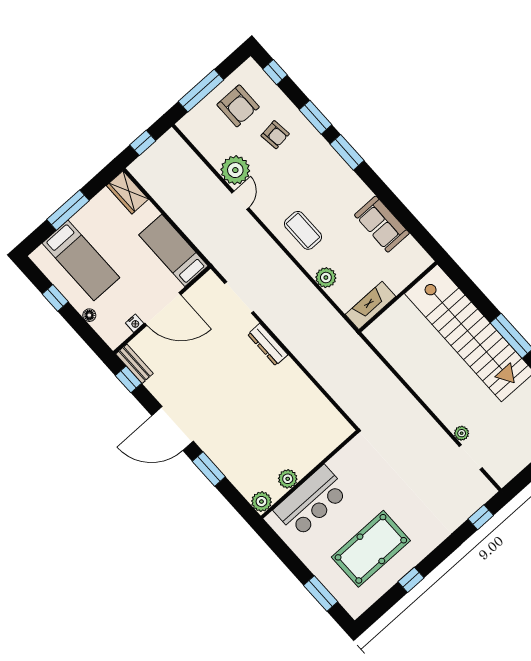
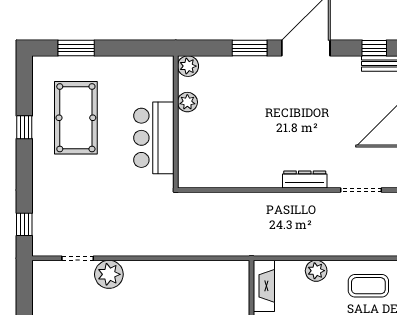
plant: (462, 433) -> (109, 274), width x1.88, depth x1.88
bar counter: (311, 501) -> (154, 138), moved

